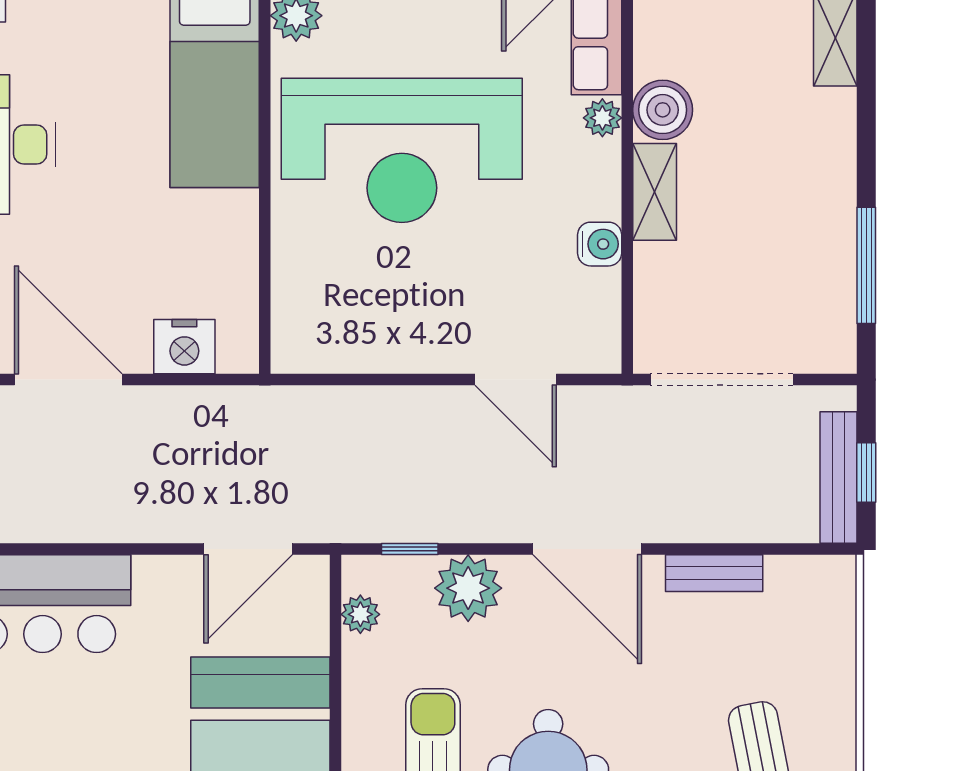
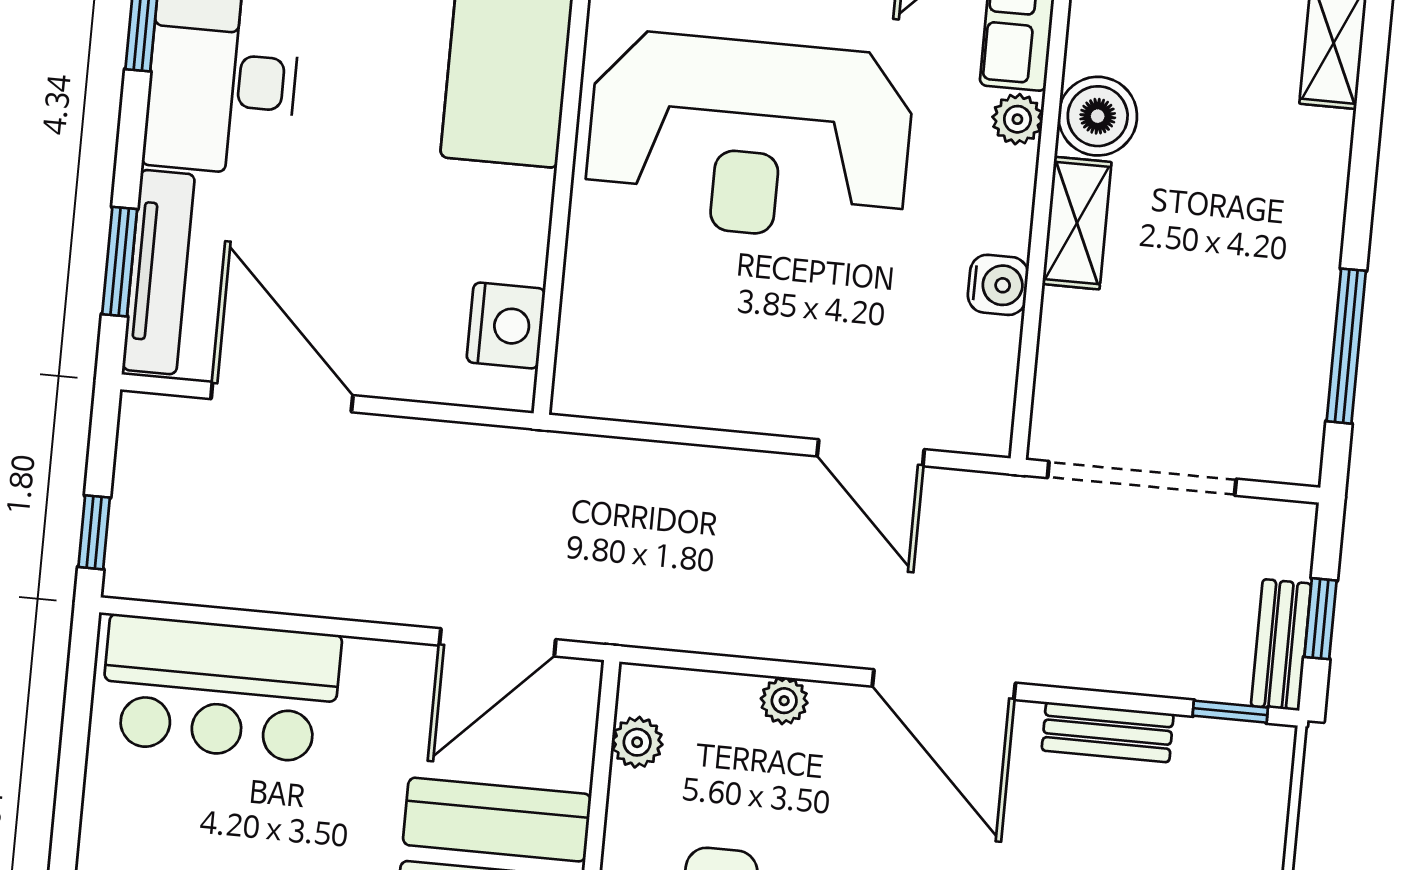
nightstand: (184, 347) -> (506, 326), moved, turned -90
bench: (838, 477) -> (1281, 645), width x0.73
window: (410, 549) -> (1230, 712), moved
plant: (468, 588) -> (784, 701), width x0.53, depth x0.53

